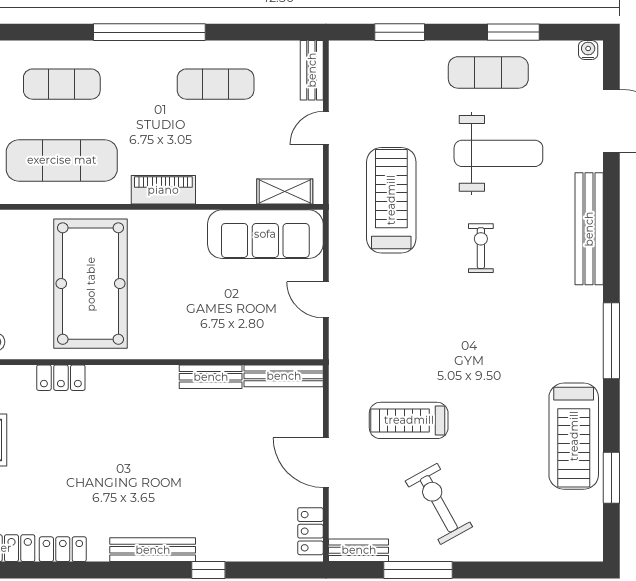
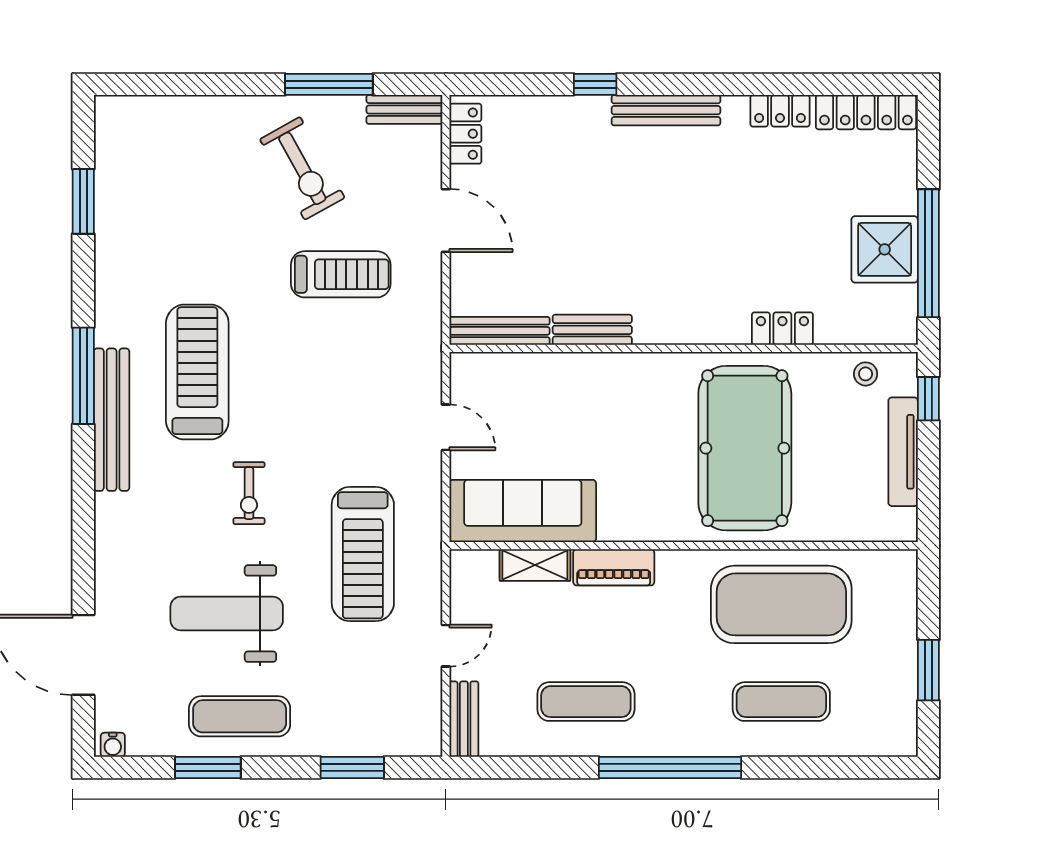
exercise mat: (62, 160) -> (781, 604), width x1.47
piano: (163, 190) -> (614, 567), moved
shelving: (285, 192) -> (535, 565), moved
bench: (589, 229) -> (112, 420), moved
treadmill: (574, 436) -> (197, 372), moved

